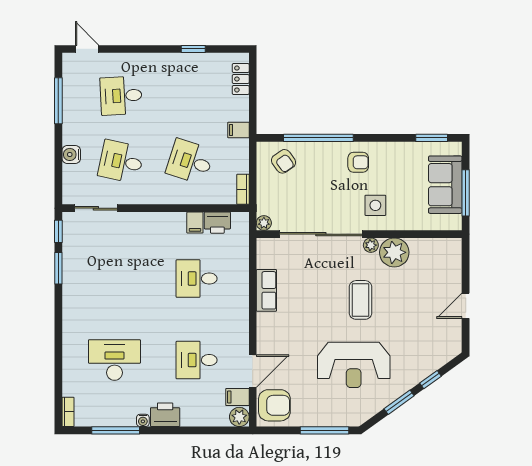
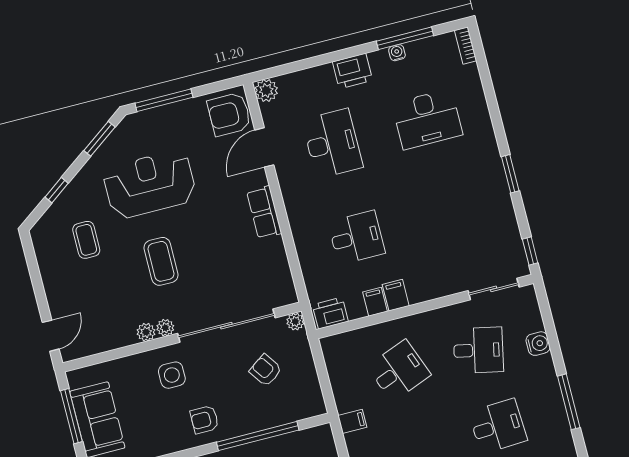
armchair: (284, 161) -> (266, 370), moved
desk: (190, 162) -> (399, 371), turned -39
bookcase: (243, 189) -> (329, 354), removed
printer: (217, 223) -> (330, 313), moved
plant: (394, 252) -> (146, 332), width x0.53, depth x0.53
window: (58, 268) -> (510, 174), moved
row of seats: (266, 290) -> (264, 212), moved
door: (466, 306) -> (51, 336), moved
coffee table: (417, 333) -> (86, 240), added
desk: (197, 360) -> (332, 143), width x1.37
filing cabinet: (237, 397) -> (396, 295), moved, turned -90
window: (399, 402) -> (100, 139), moved
water cooler: (143, 420) -> (397, 53), moved

